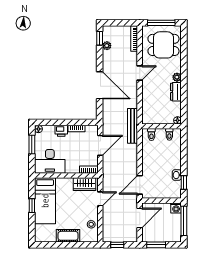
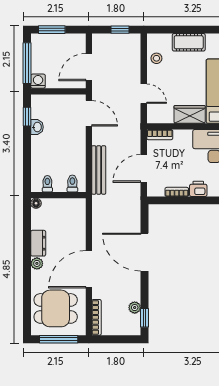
door: (140, 73) -> (89, 269), width x1.87
bench: (133, 126) -> (99, 170), moved
wardrobe: (84, 184) -> (190, 114), moved
door: (140, 185) -> (89, 113), hinge flipped
door: (100, 199) -> (144, 94), swing flipped
window: (156, 245) -> (52, 30), moved

